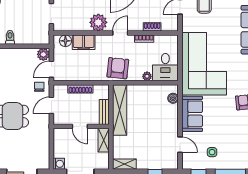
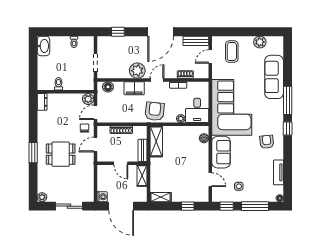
filing cabinet: (84, 42) -> (134, 88), moved
shelving: (120, 110) -> (156, 141), width x0.68

